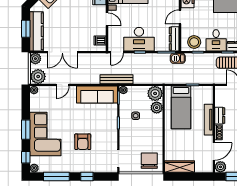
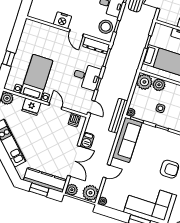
door: (107, 19) -> (55, 106), hinge flipped
desk: (139, 39) -> (87, 77), width x0.73
barbecue: (178, 58) -> (87, 140), moved
door: (62, 85) -> (107, 171), hinge flipped

